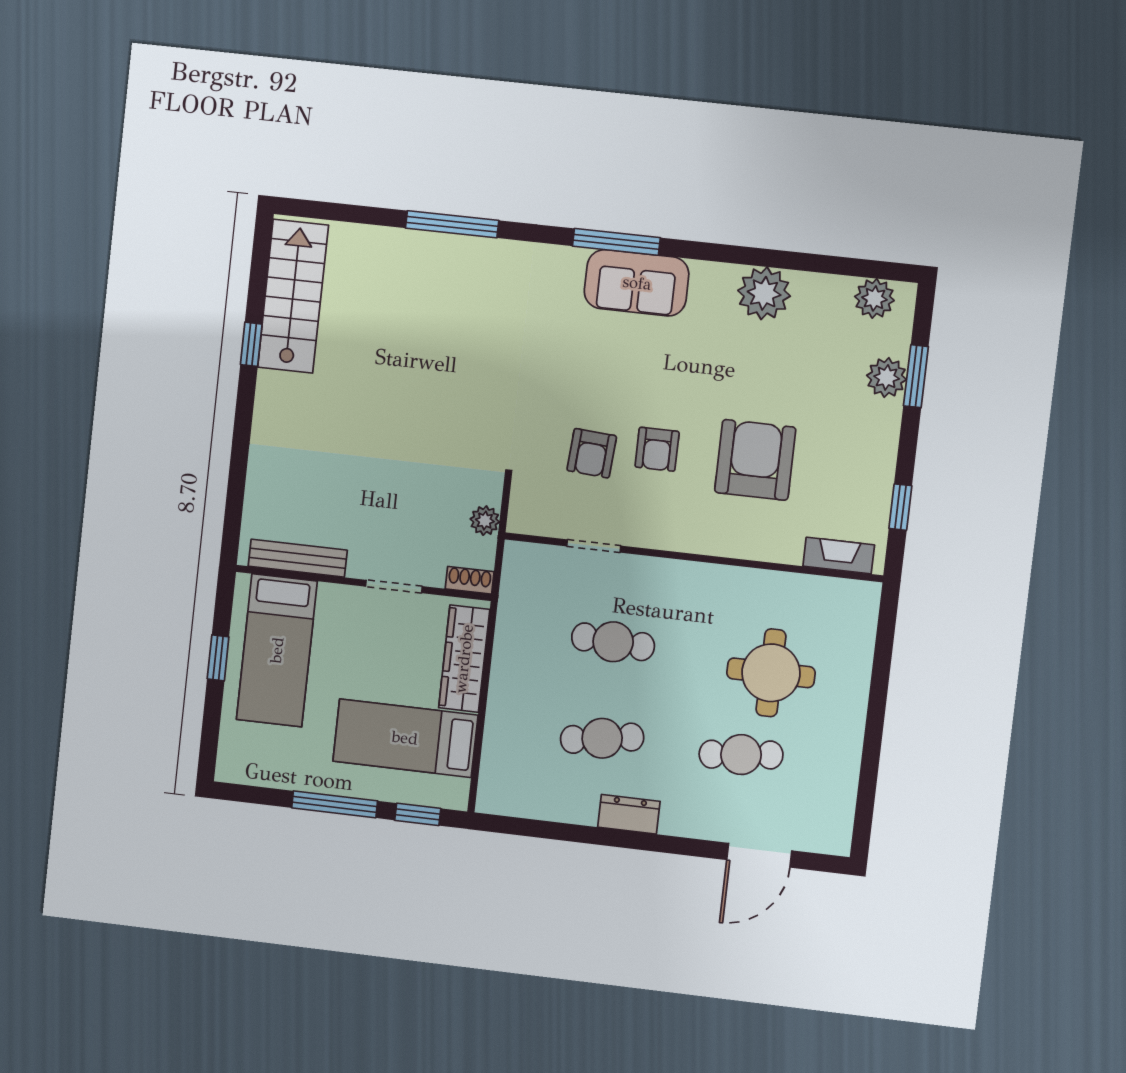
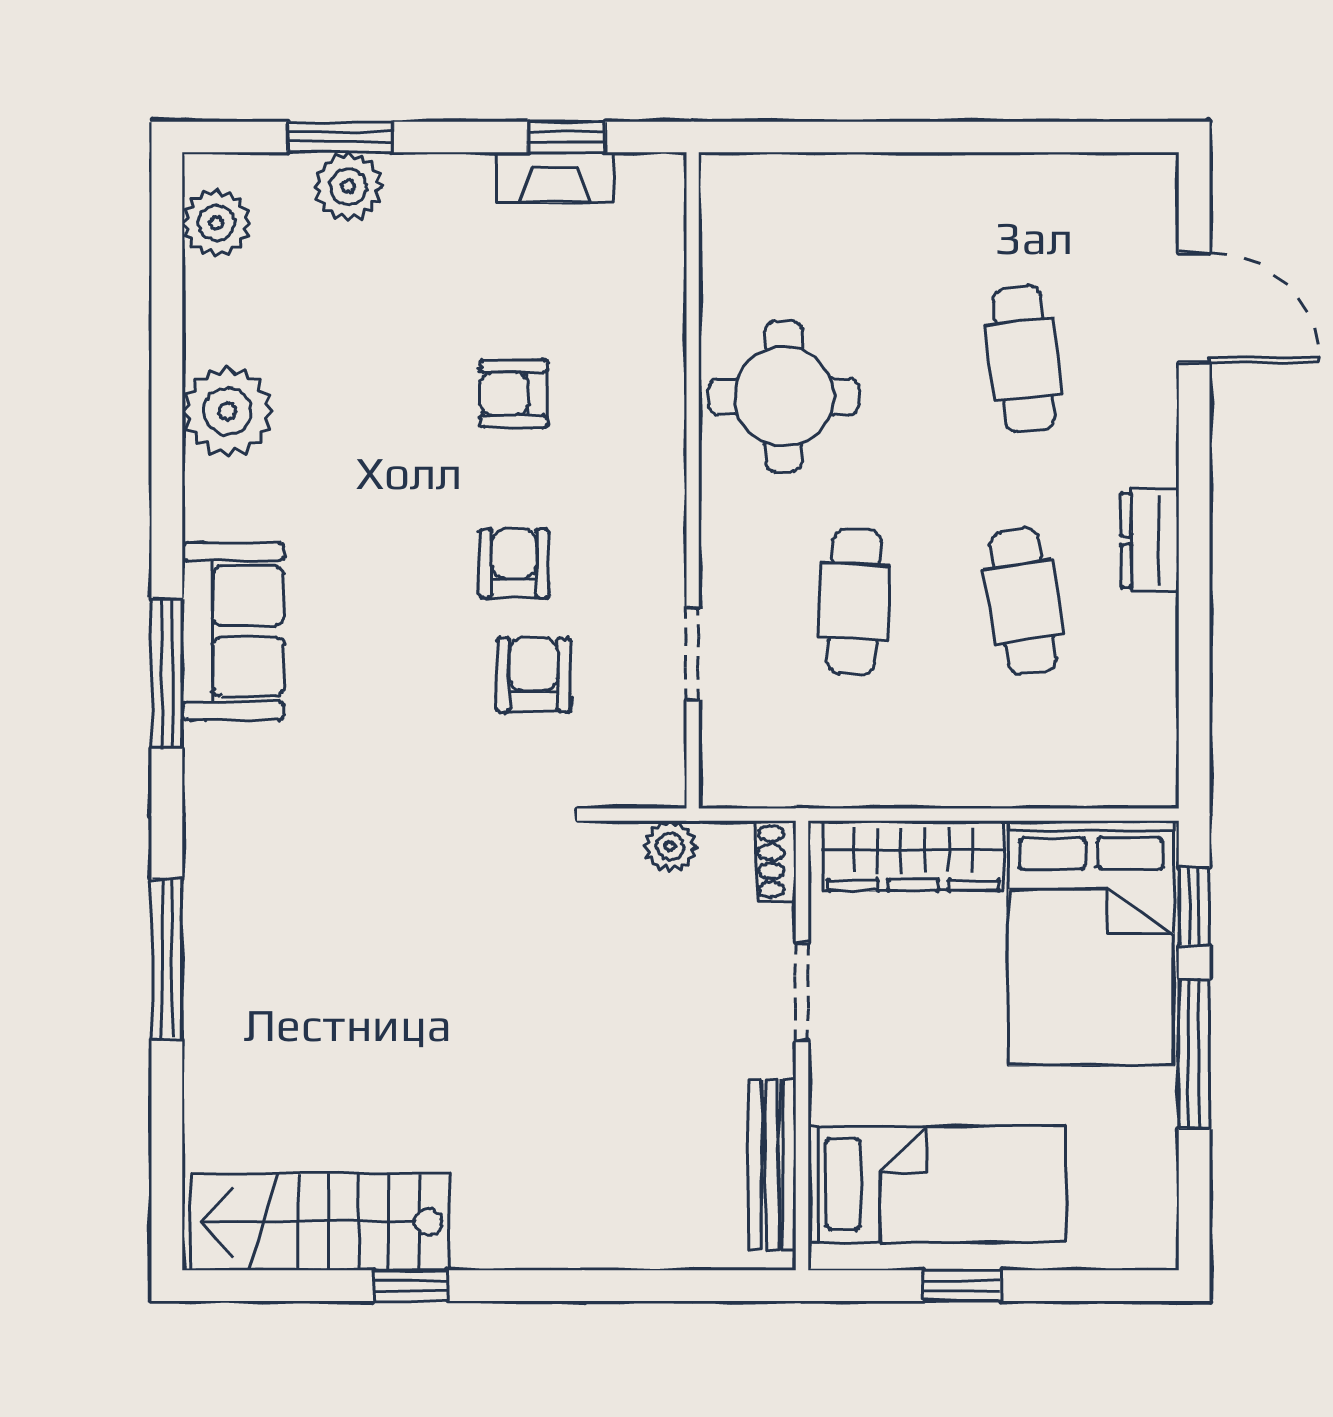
armchair: (657, 449) -> (514, 564), turned -90
armchair: (592, 453) -> (533, 675), turned -94
armchair: (755, 460) -> (513, 394), width x0.53, depth x0.53
fireplace: (839, 556) -> (555, 177), moved, turned -90
round table: (771, 673) -> (784, 396), moved
bed: (405, 738) -> (1091, 943), width x1.50

